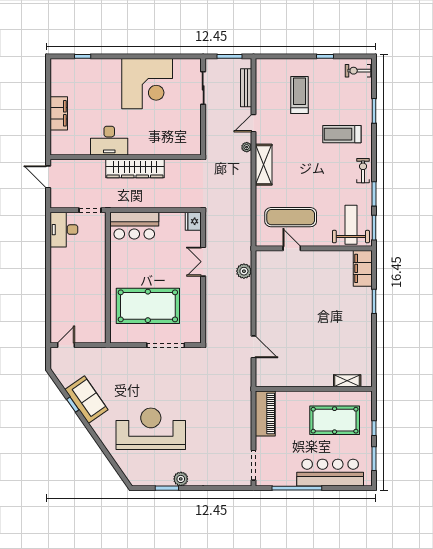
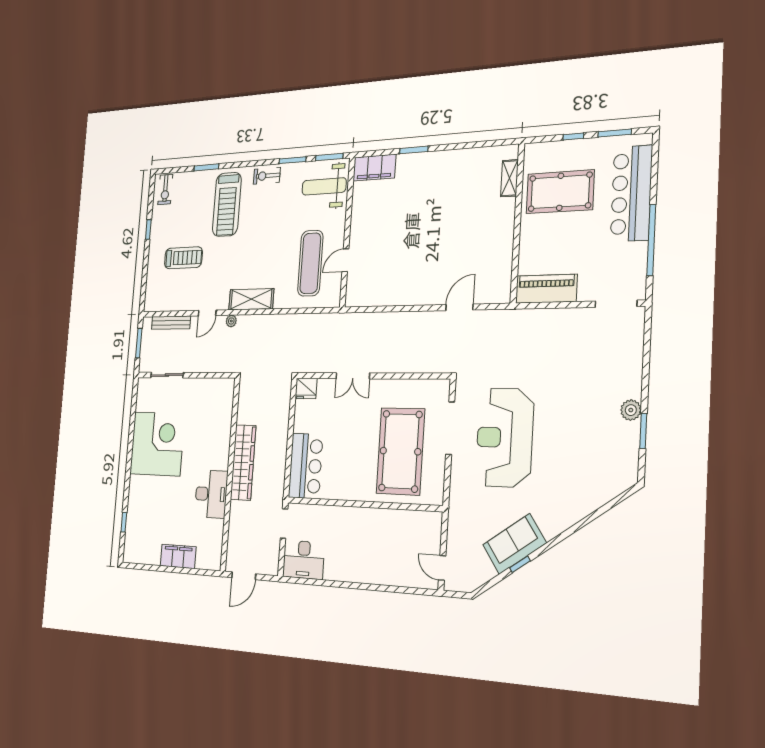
treadmill: (300, 95) -> (183, 258), turned 180
door: (253, 123) -> (207, 313), hinge flipped
treadmill: (342, 134) -> (227, 204), width x1.37, depth x1.38
plant: (244, 271) -> (367, 322), removed
pool table: (335, 420) -> (560, 192), turned 90
reception desk: (151, 429) -> (505, 437), moved

